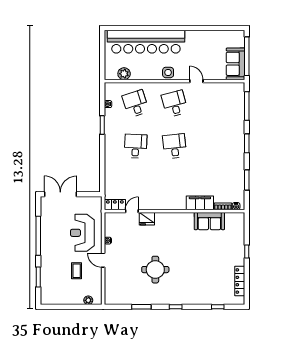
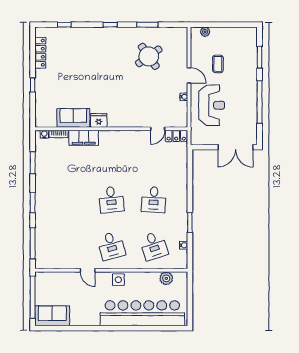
sofa: (235, 64) -> (52, 316), moved, turned -90
fridge: (147, 219) -> (99, 120), moved
round table: (155, 270) -> (149, 56), moved, turned -35

